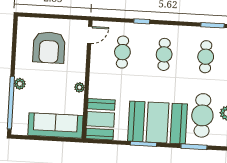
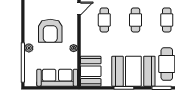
armchair: (49, 47) -> (50, 31), moved

